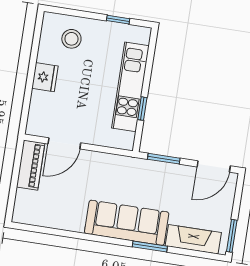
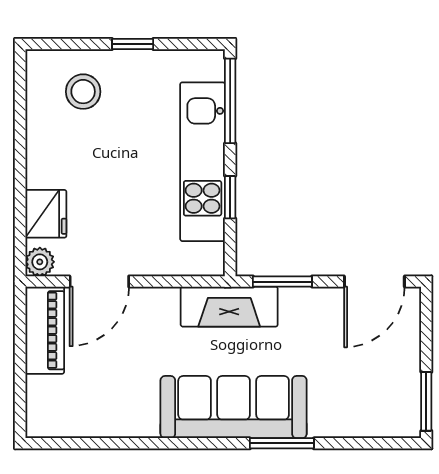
window: (118, 20) -> (133, 44), moved
window: (150, 56) -> (230, 101), added
fridge: (45, 77) -> (46, 214), moved
plant: (34, 128) -> (40, 262), added
fireplace: (193, 239) -> (229, 307), moved, turned 180

